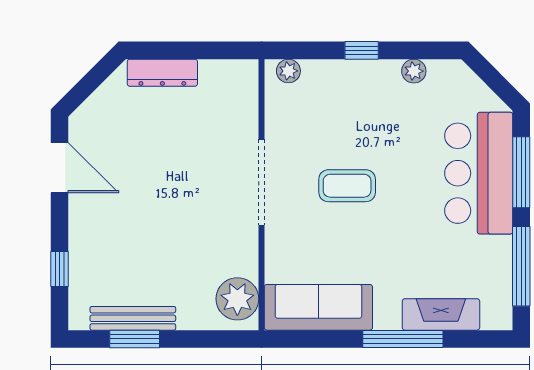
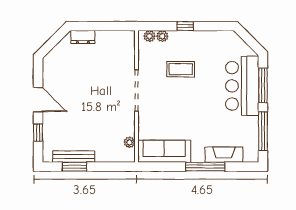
plant: (414, 71) -> (162, 36), moved
dresser: (162, 73) -> (83, 37), width x0.70
door: (60, 168) -> (38, 100), moved
coffee table: (347, 186) -> (181, 69), moved
plant: (237, 299) -> (129, 142), width x0.53, depth x0.53

